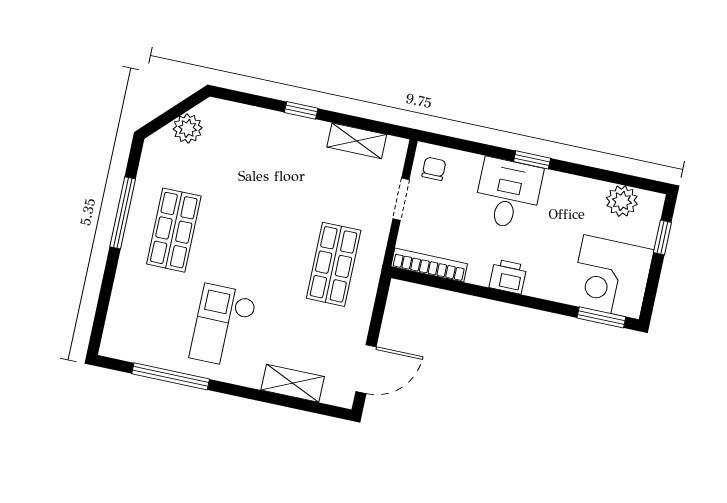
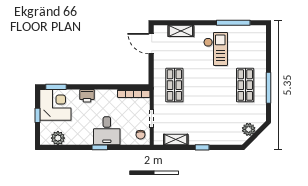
window: (662, 238) -> (37, 115), moved
printer: (508, 277) -> (87, 96), moved
door: (366, 369) -> (151, 44), hinge flipped

